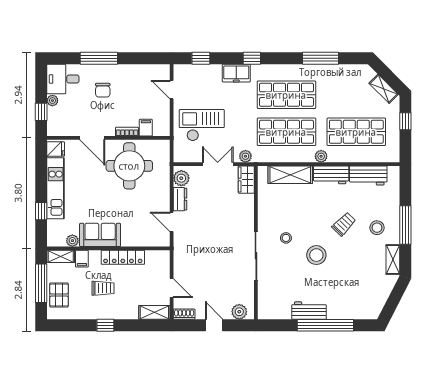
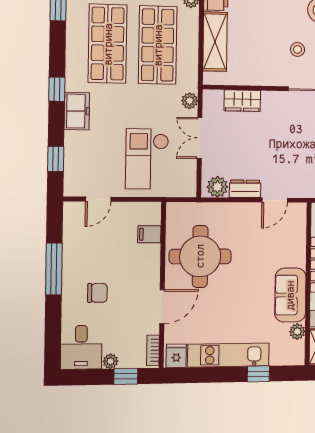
window: (99, 58) -> (54, 269), moved
bookcase: (127, 132) -> (153, 350), moved
wardrobe: (246, 180) -> (242, 101), moved

